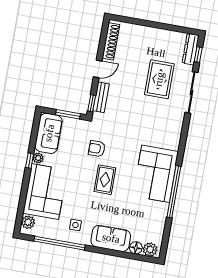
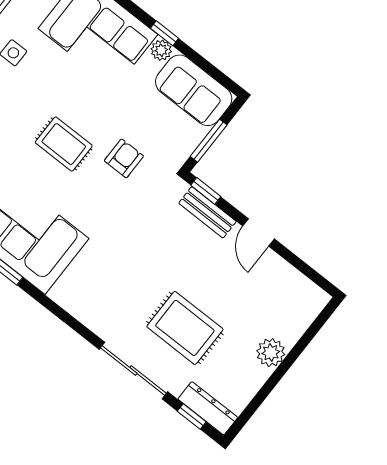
plant: (150, 34) -> (271, 353), added
shoe rack: (111, 41) -> (293, 280), removed

